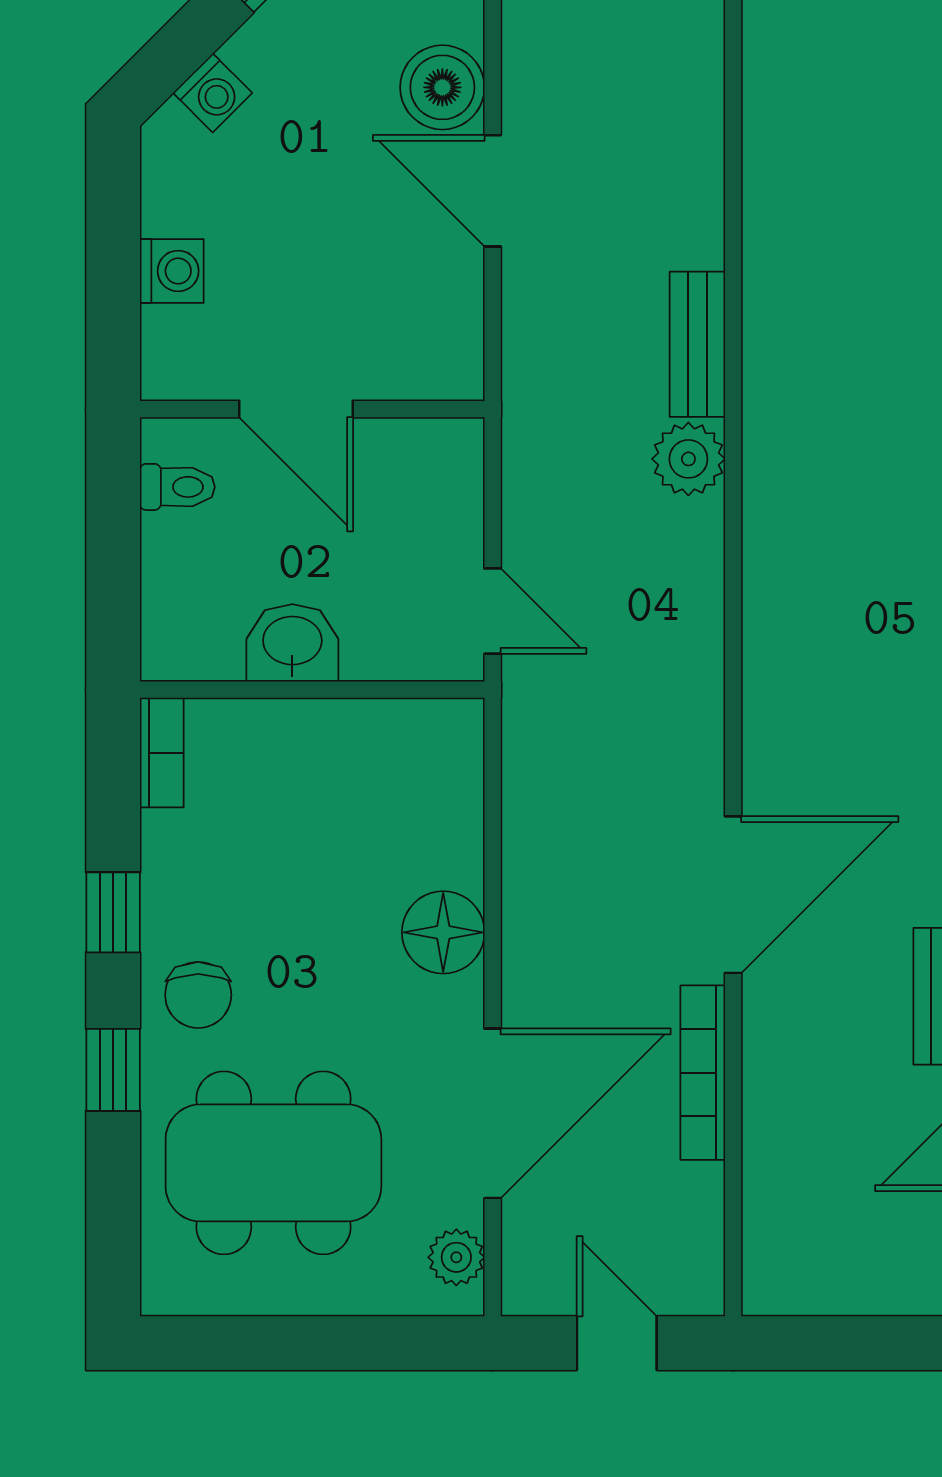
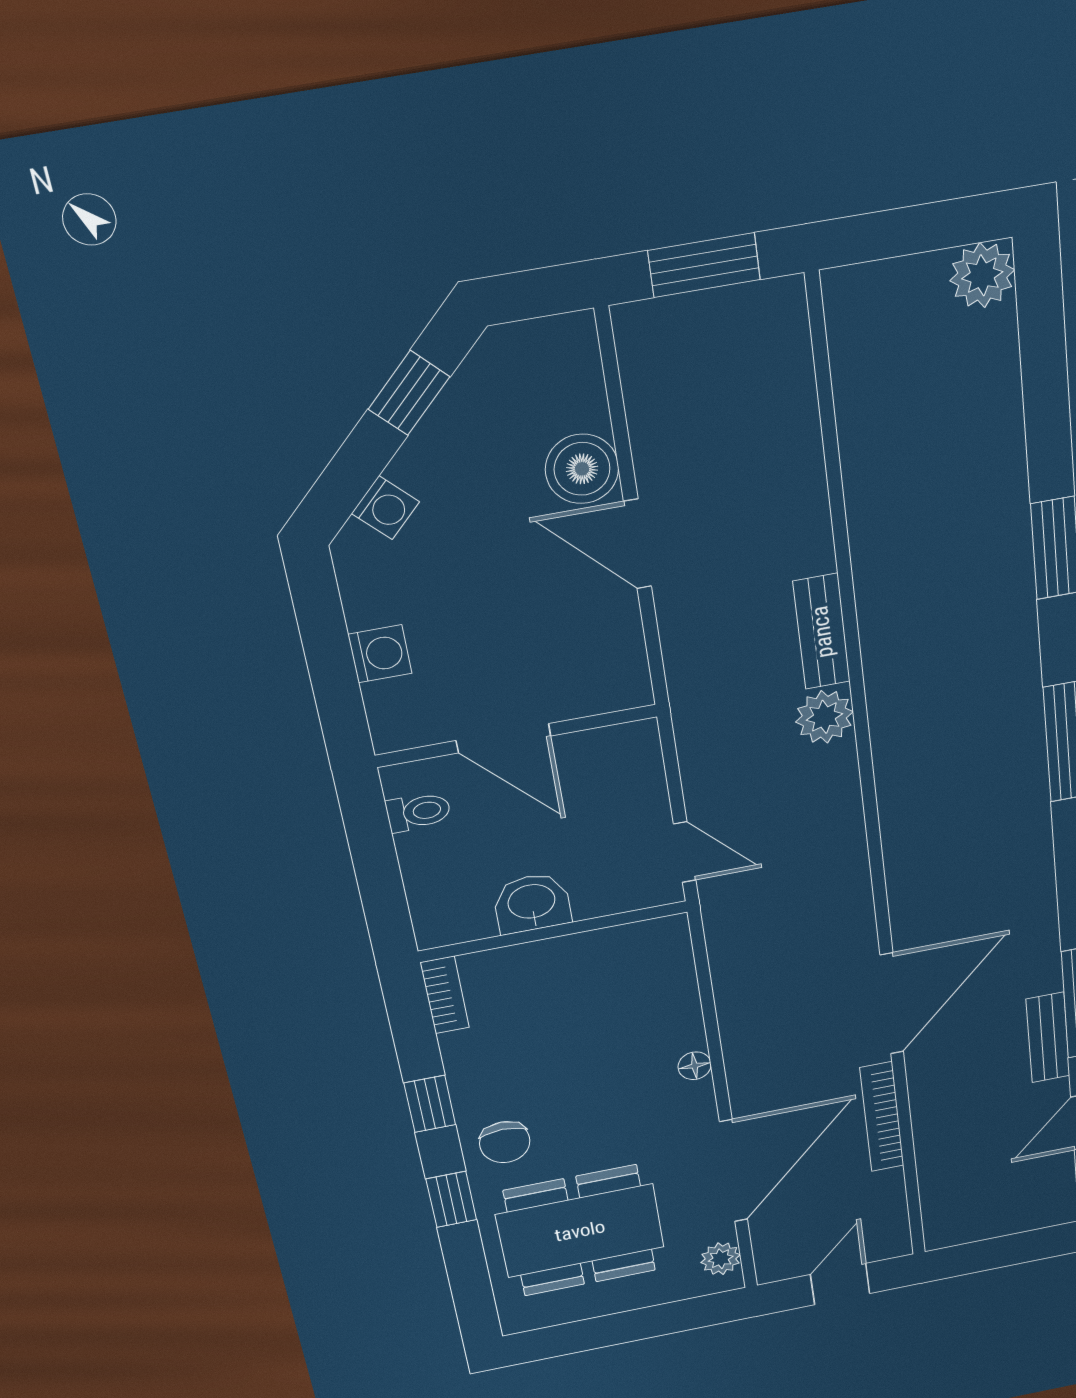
floor lamp: (443, 932) -> (695, 1066), width x0.53, depth x0.53
door: (617, 1343) -> (840, 1284), hinge flipped

